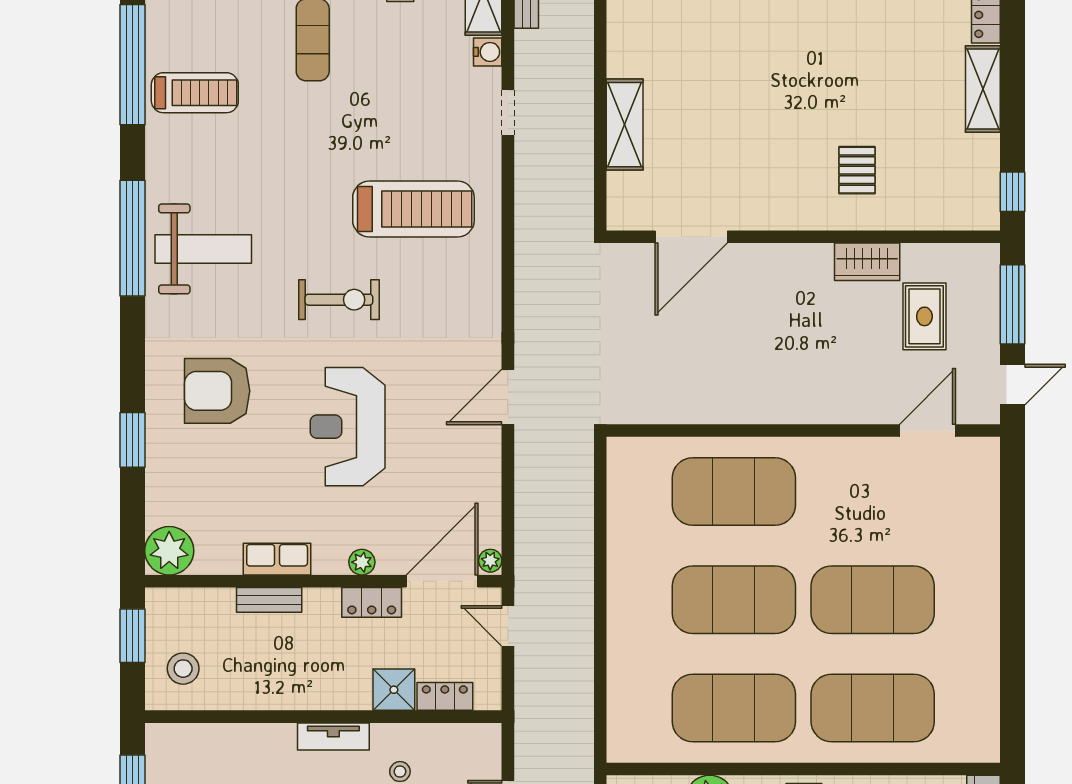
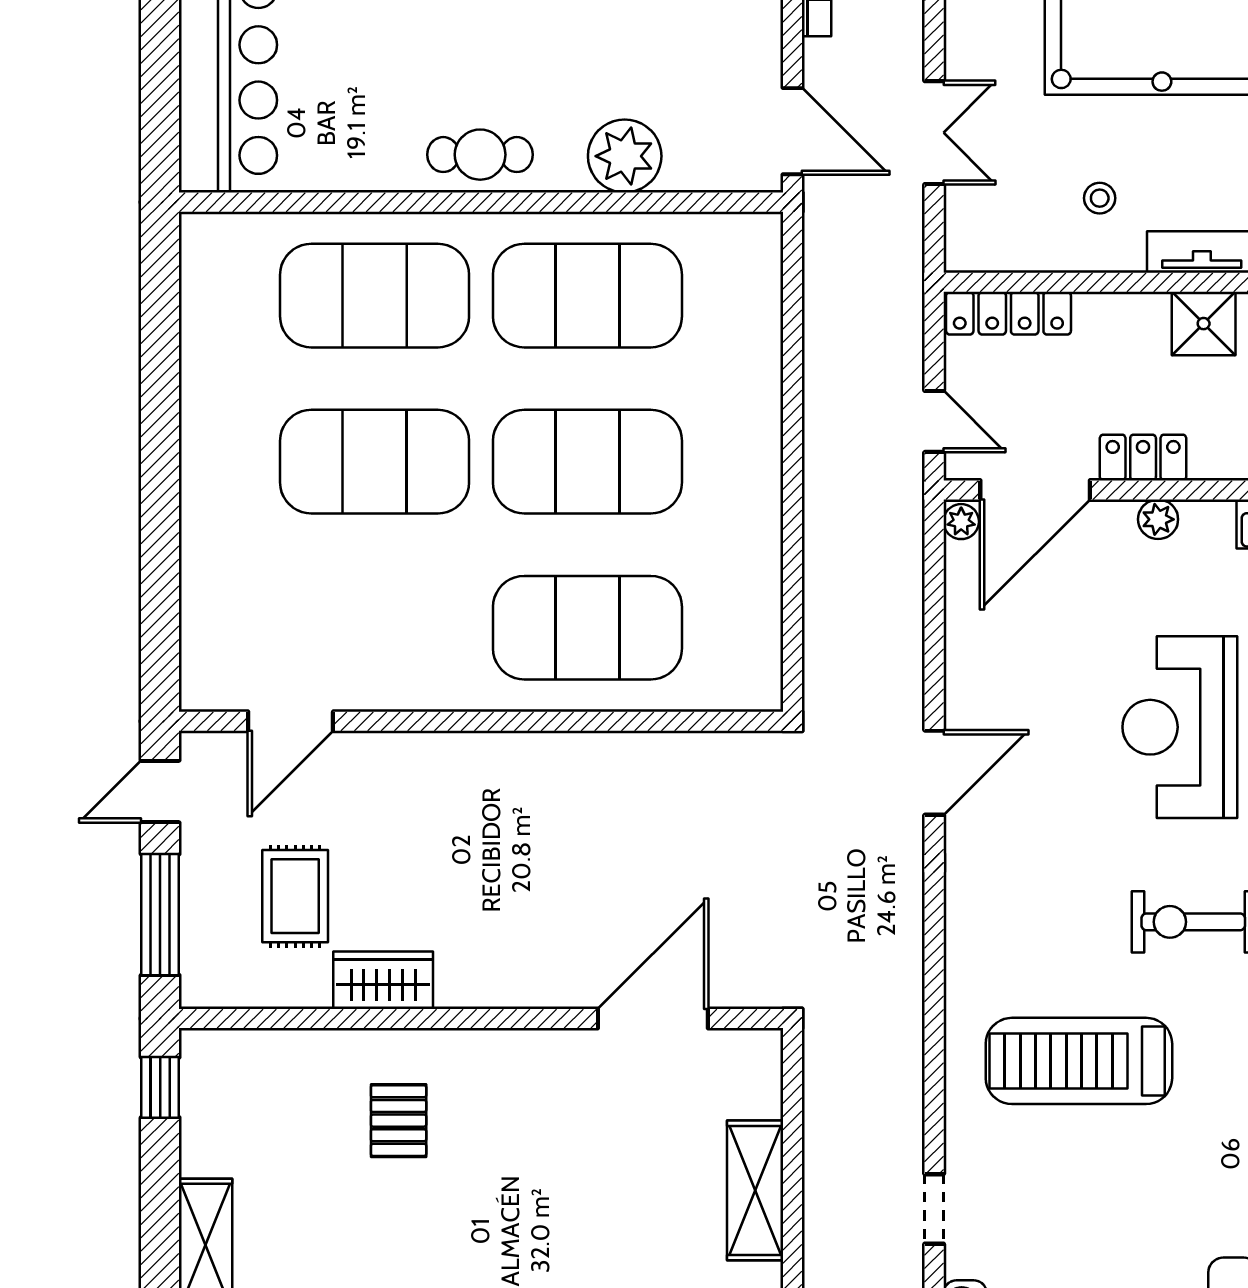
reception desk: (348, 427) -> (1180, 727), turned 180
shower: (394, 690) -> (1204, 324), moved
locker: (445, 696) -> (1008, 313), width x1.53

